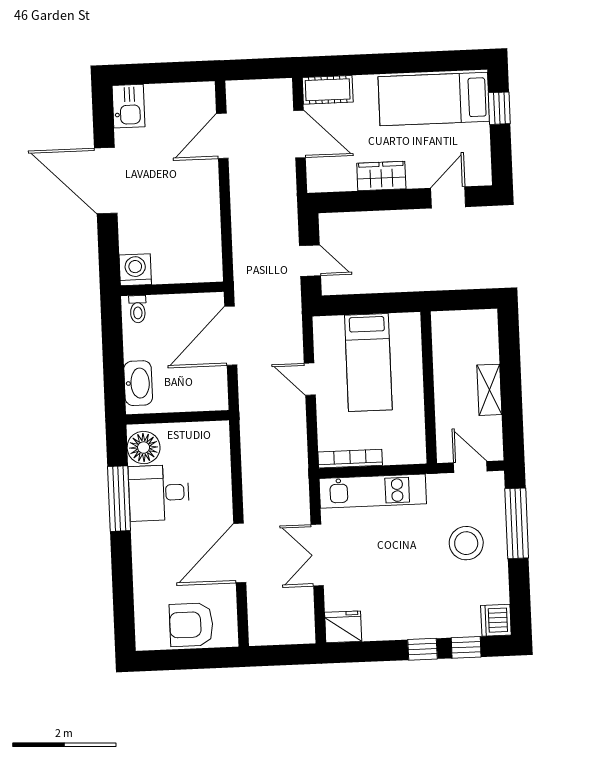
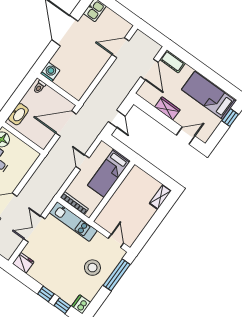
wall: (429, 388) -> (112, 191), moved
shelving: (489, 390) -> (160, 197), moved

